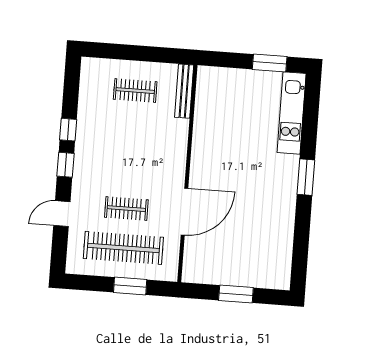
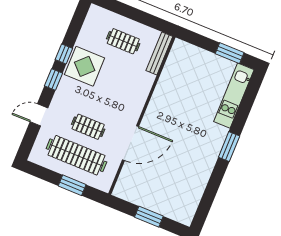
display table: (98, 136) -> (85, 66), added

